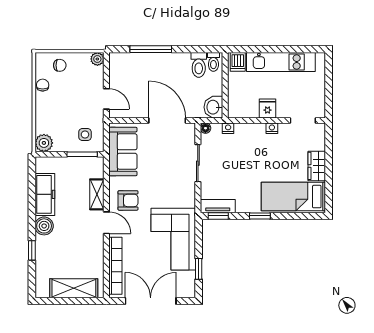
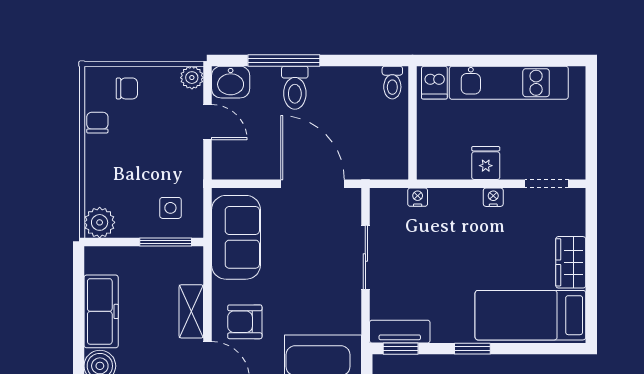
toilet: (199, 65) -> (295, 88), moved
door: (106, 99) -> (207, 122), moved
washbasin: (213, 107) -> (231, 82), moved, turned -90
floor lamp: (205, 128) -> (379, 197), removed
armchair: (128, 200) -> (245, 322), turned 180

